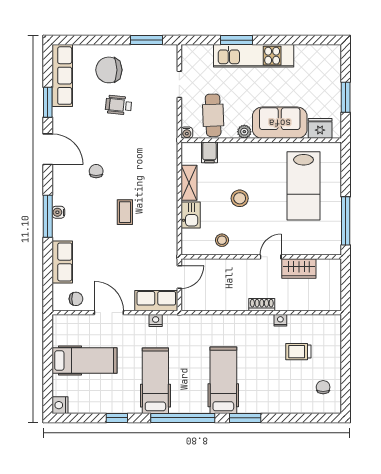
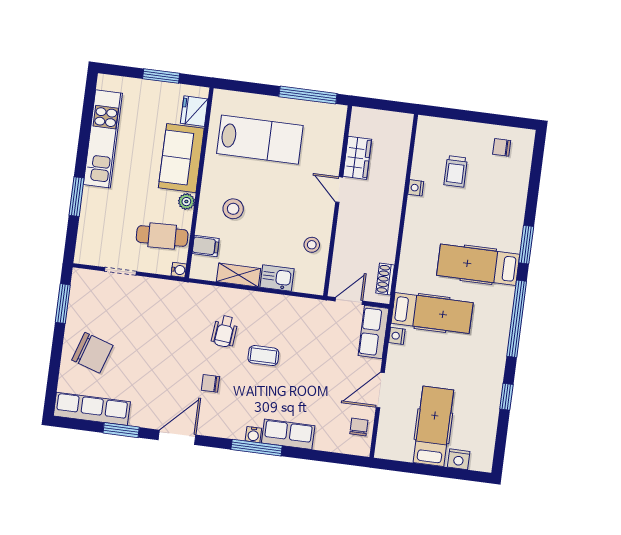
kitchen unit: (254, 56) -> (103, 139), moved
chair: (109, 70) -> (92, 353), turned -72
wheelchair: (118, 105) -> (225, 331), moved
stool: (240, 198) -> (233, 209), moved
row of seats: (62, 262) -> (288, 434), moved
door: (179, 277) -> (349, 301), hinge flipped
shoe rack: (262, 305) -> (385, 279), moved
hospital bed: (155, 381) -> (432, 313), moved, turned 180
nightstand: (60, 405) -> (459, 459), moved

